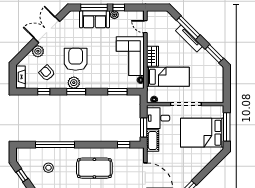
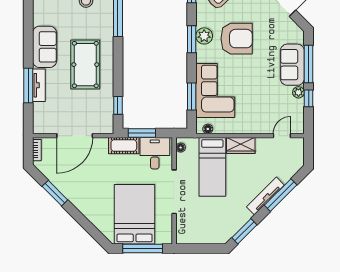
corner sofa: (130, 56) -> (215, 90), moved, turned 90

